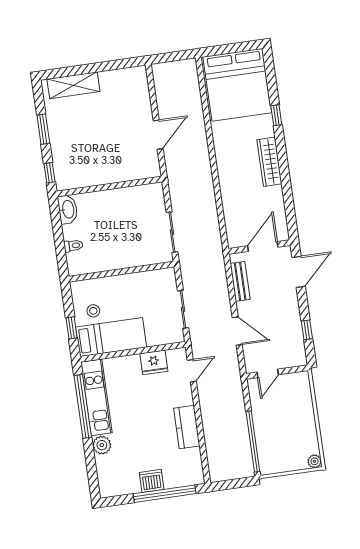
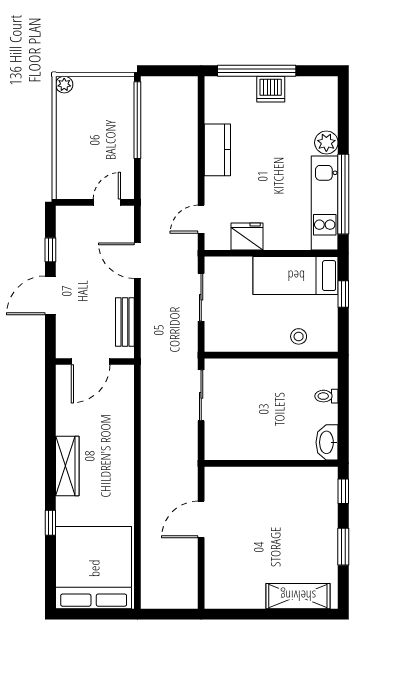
door: (299, 272) -> (50, 295), moved
stool: (93, 311) -> (299, 336), moved

